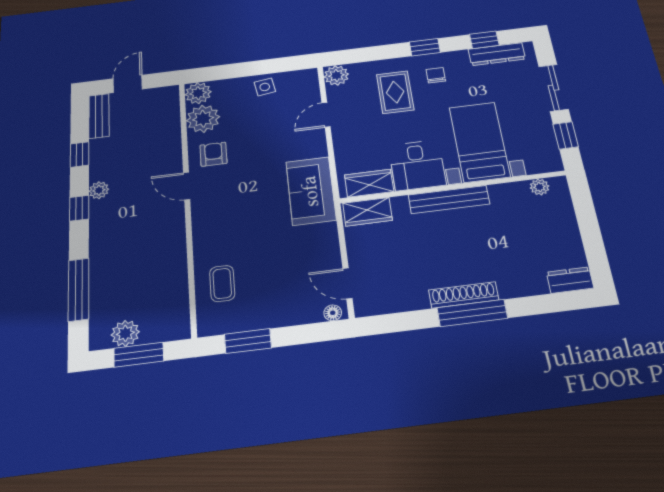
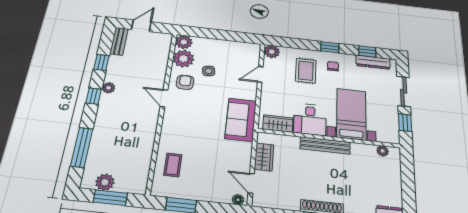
side table: (265, 87) -> (209, 71), moved
wardrobe: (367, 212) -> (264, 157), moved, turned -90

